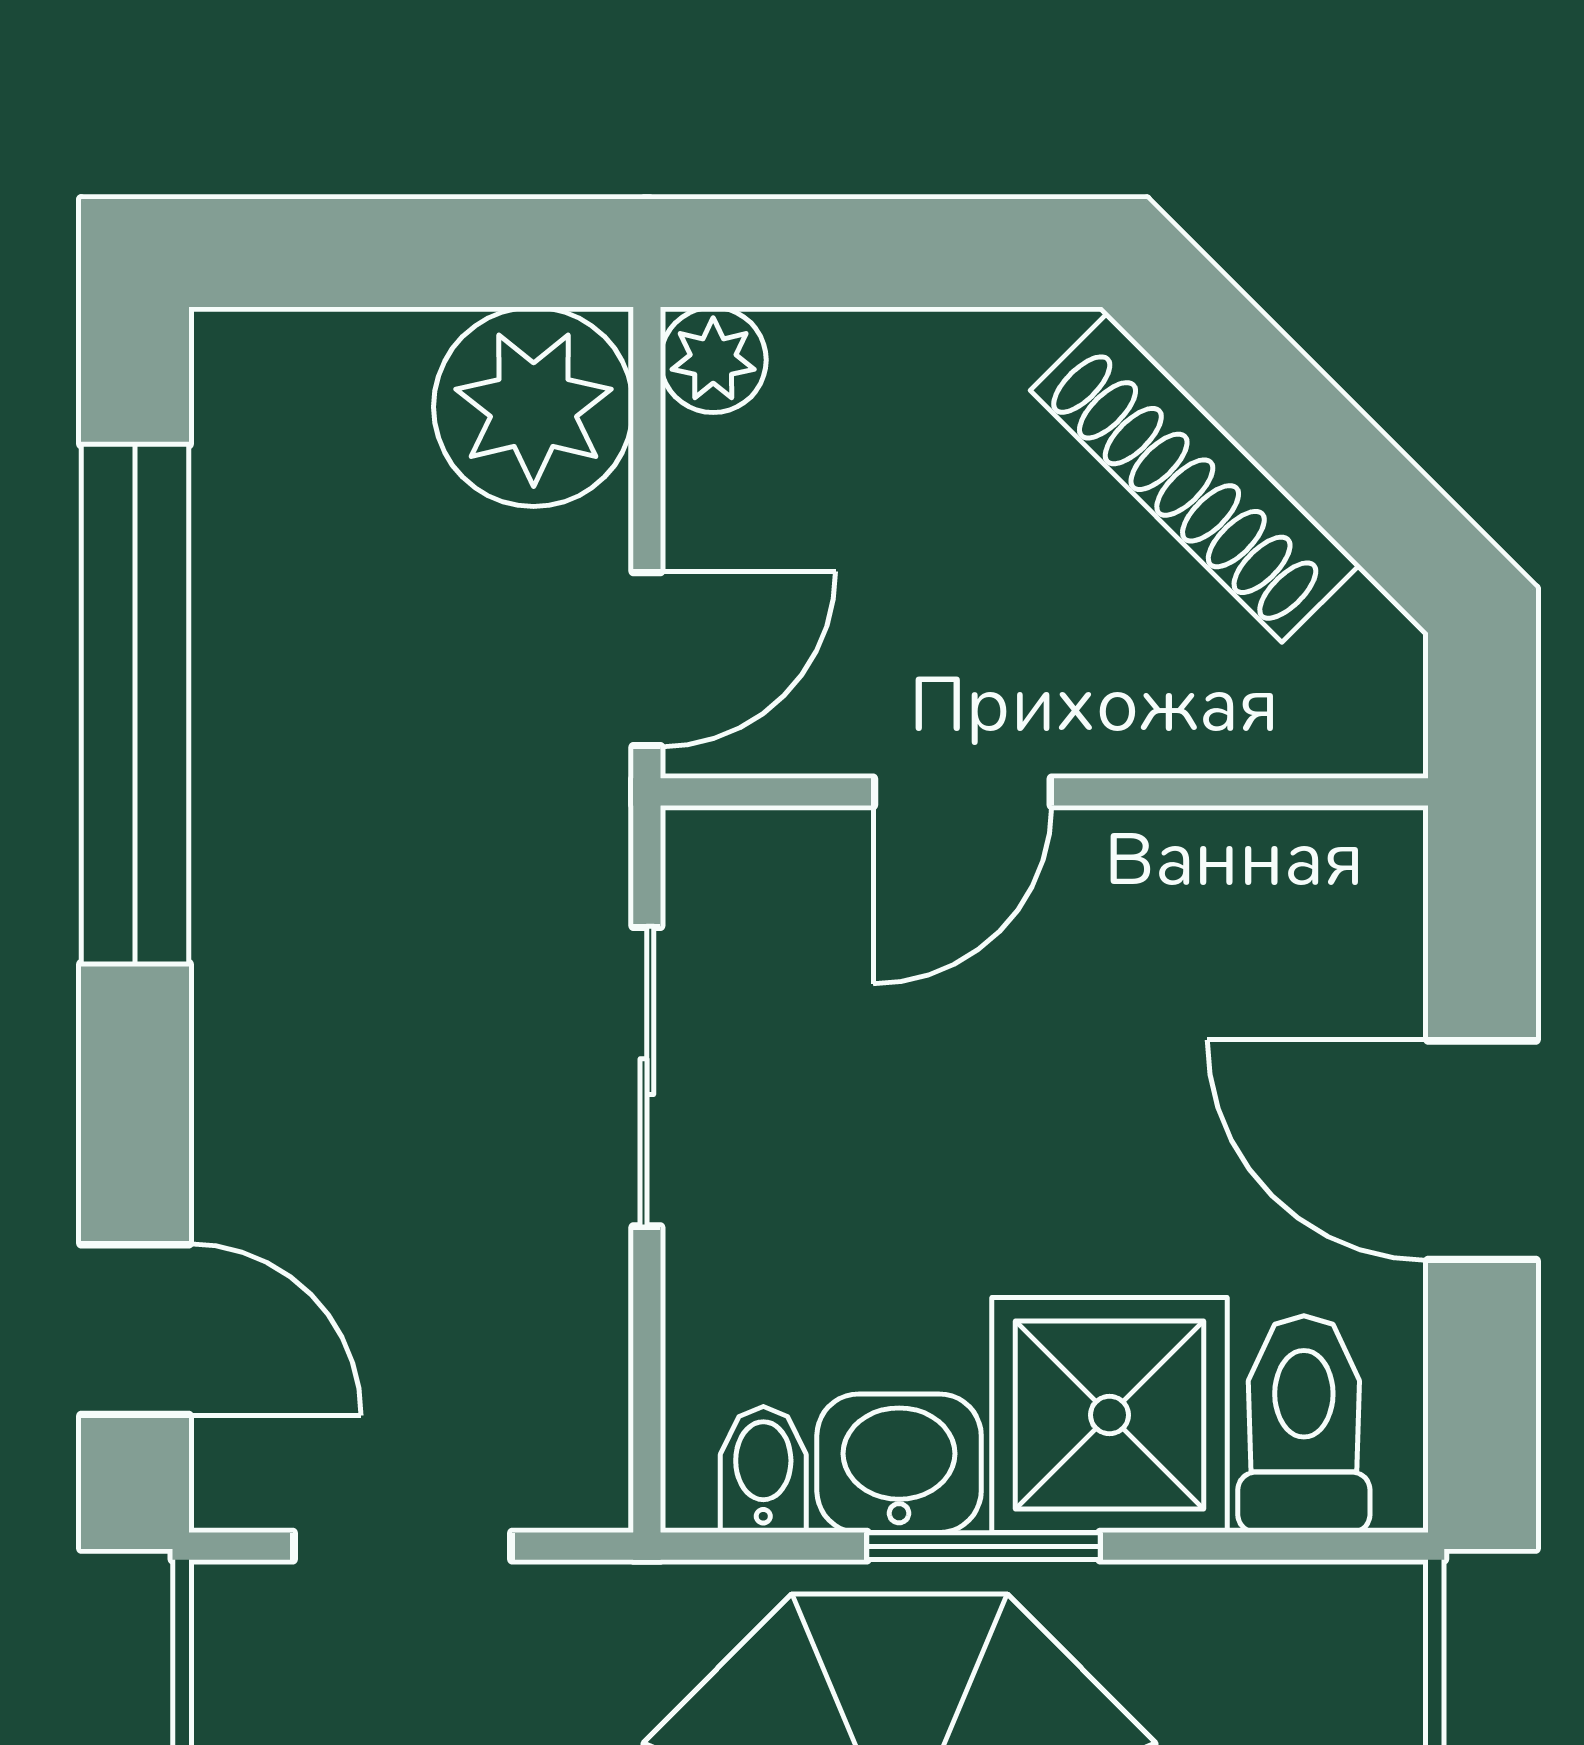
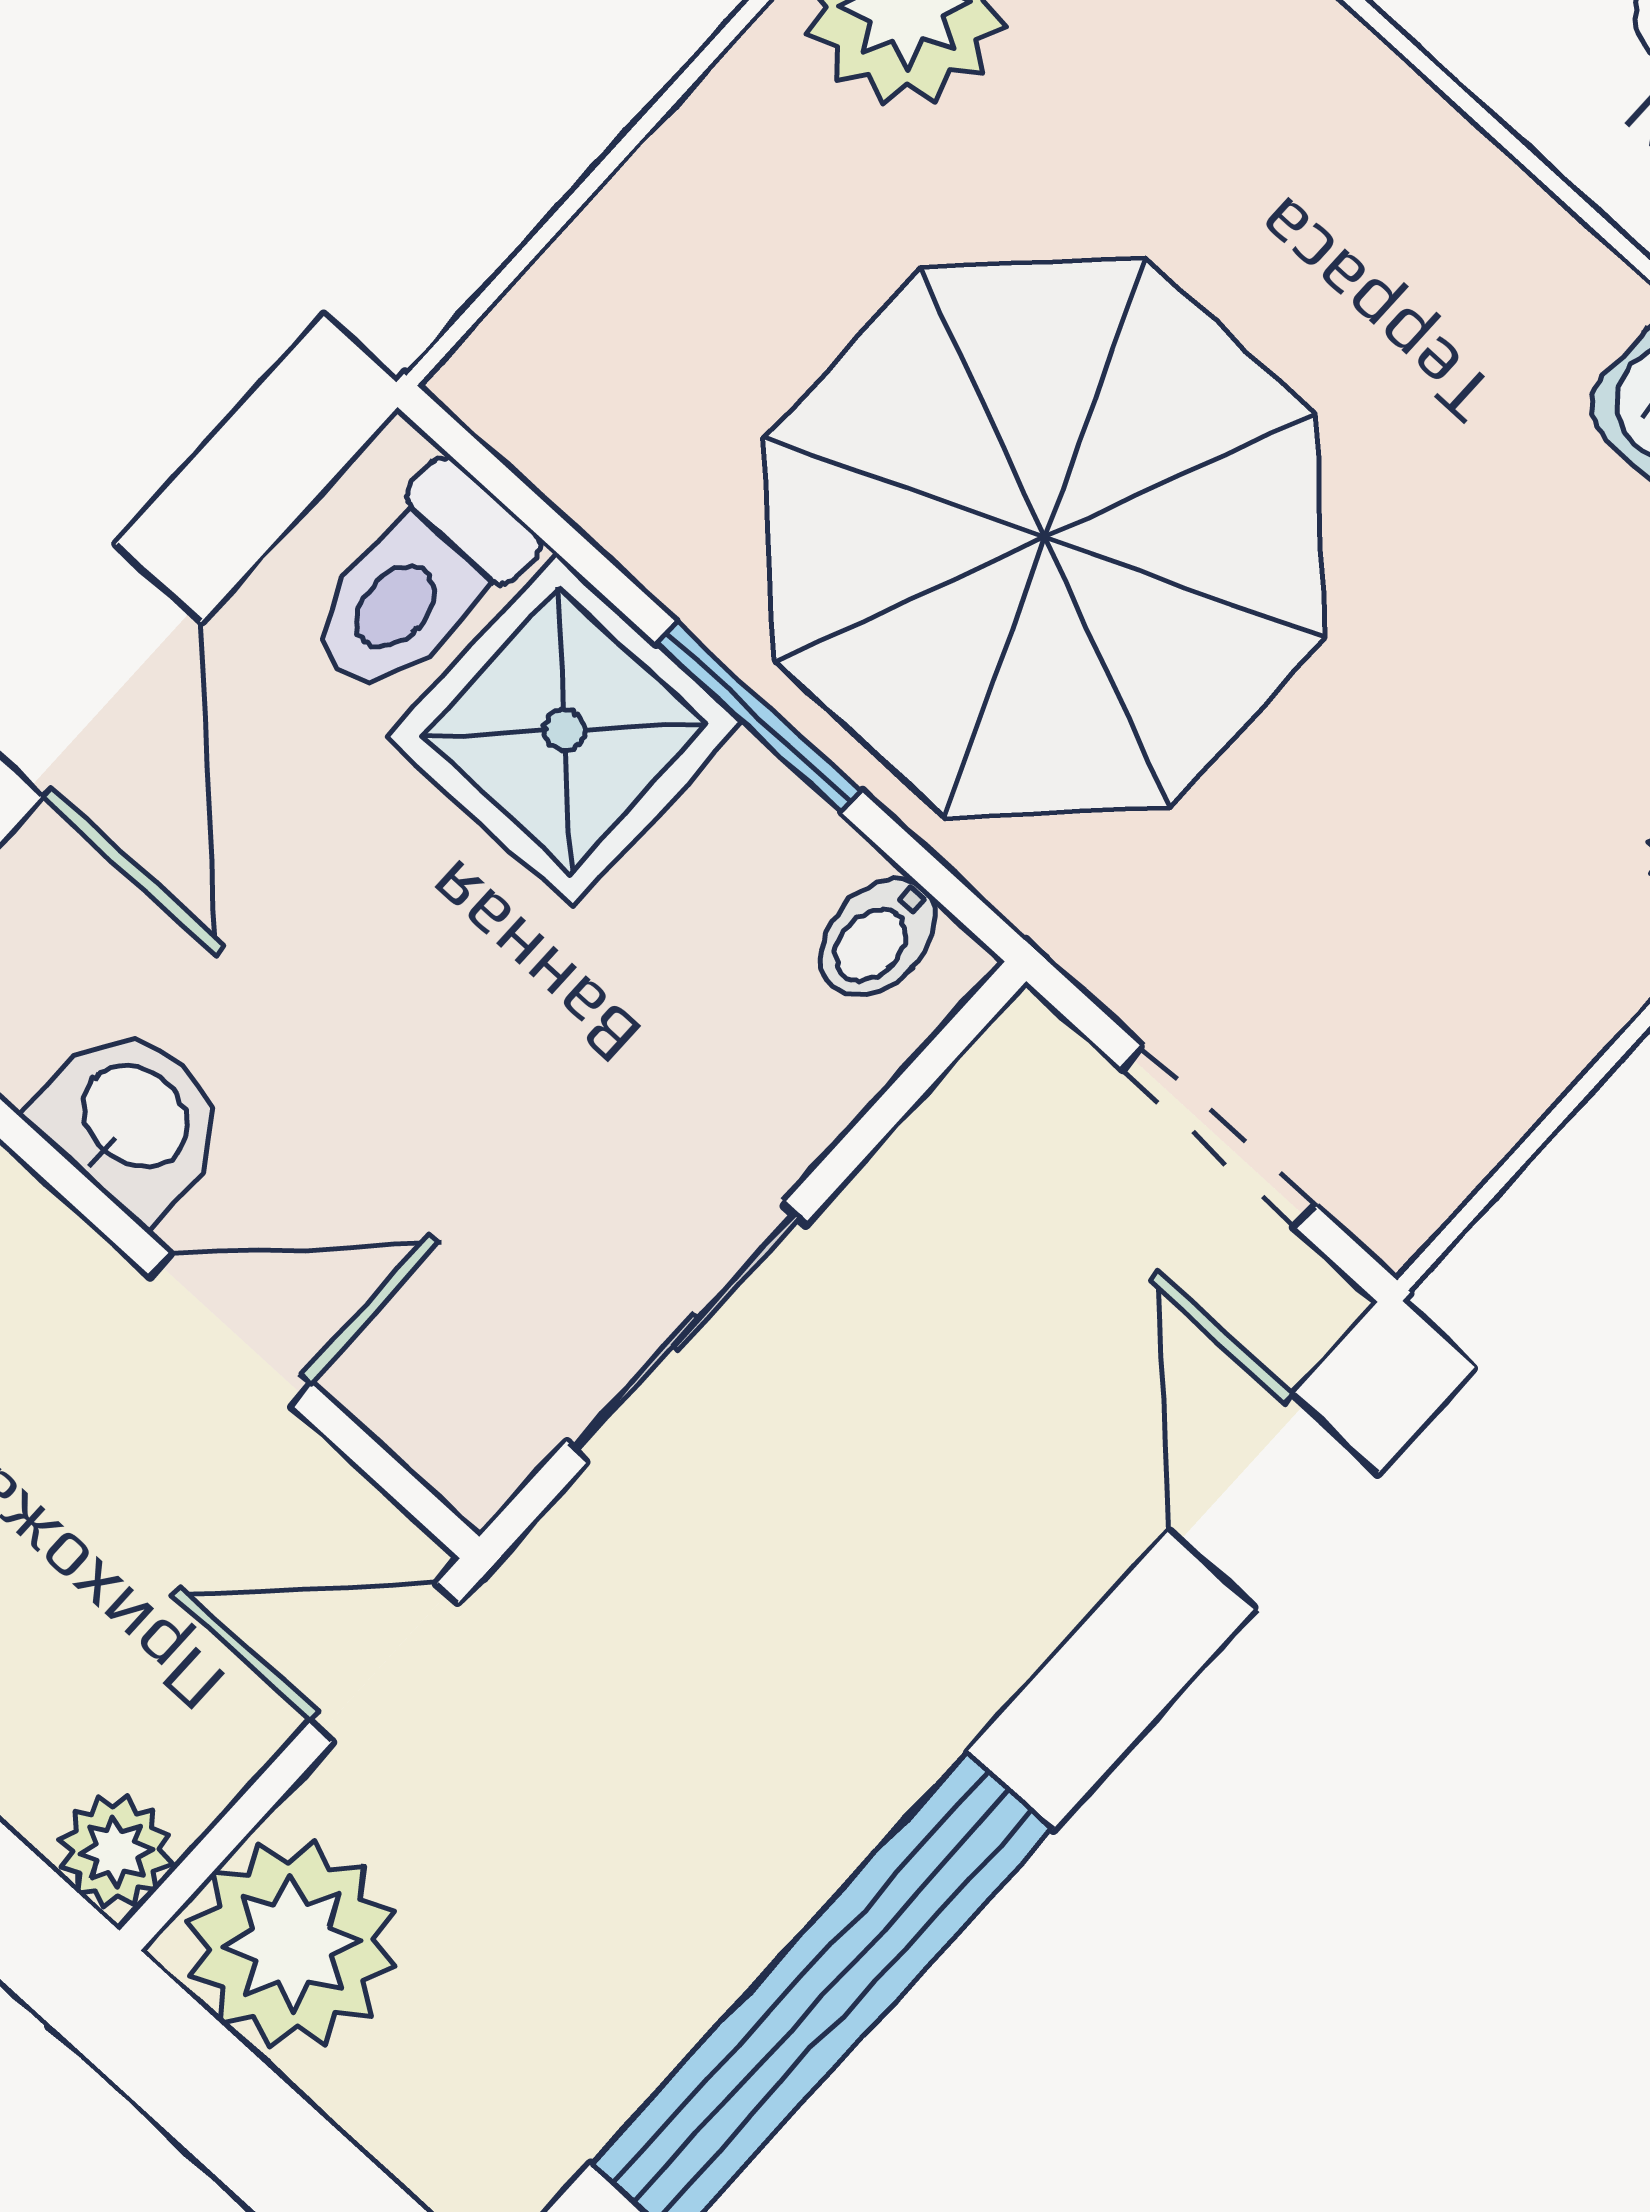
washbasin: (899, 1463) -> (132, 1119), moved, turned 180

